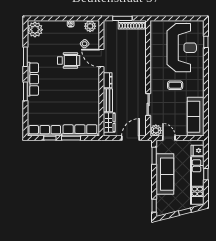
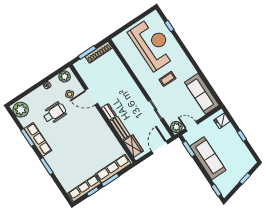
wheelchair: (69, 60) -> (55, 113), moved
row of seats: (33, 79) -> (38, 140), moved
kitchen unit: (197, 181) -> (238, 146), removed

